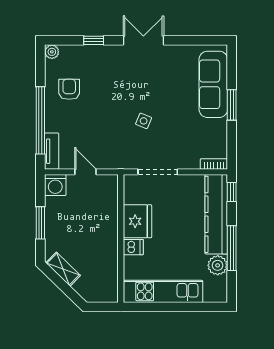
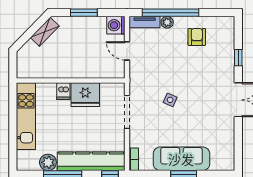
plant: (52, 52) -> (167, 22), moved
sofa: (213, 84) -> (181, 159), moved
armchair: (69, 89) -> (197, 37), turned -90
door: (86, 172) -> (127, 51), swing flipped

